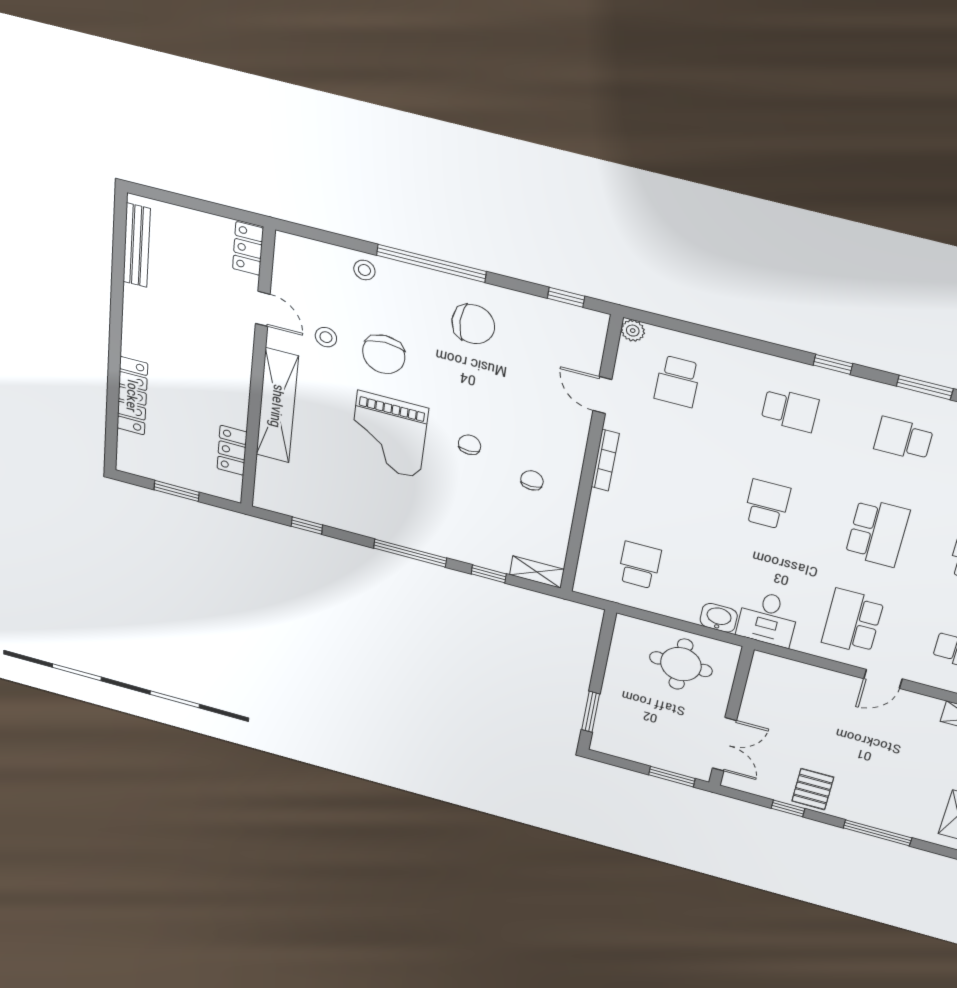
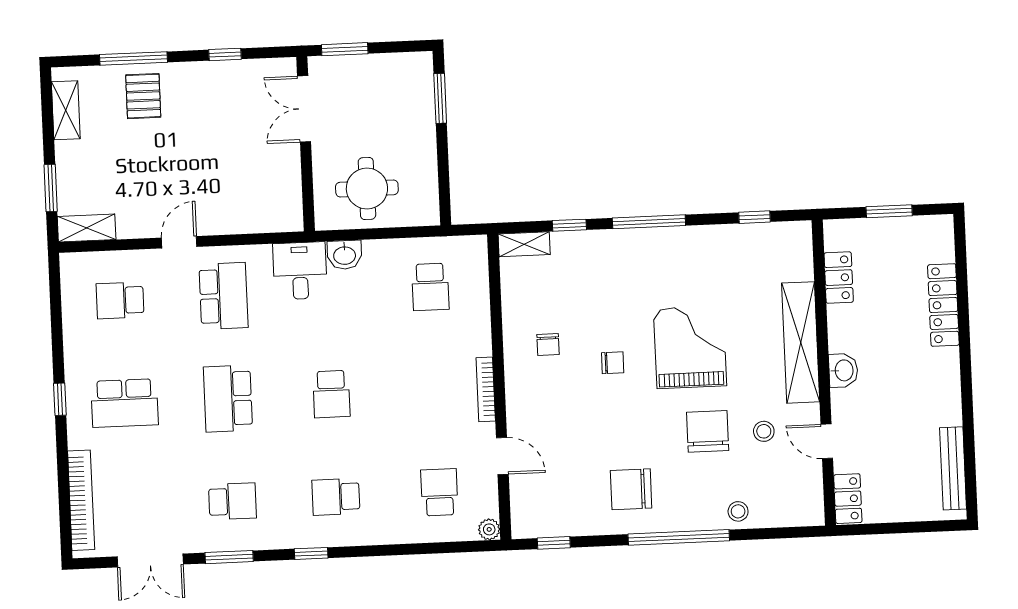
washbasin: (238, 368) -> (843, 370), added
chair: (470, 445) -> (613, 363), turned -90
pallet: (813, 789) -> (143, 96), moved

